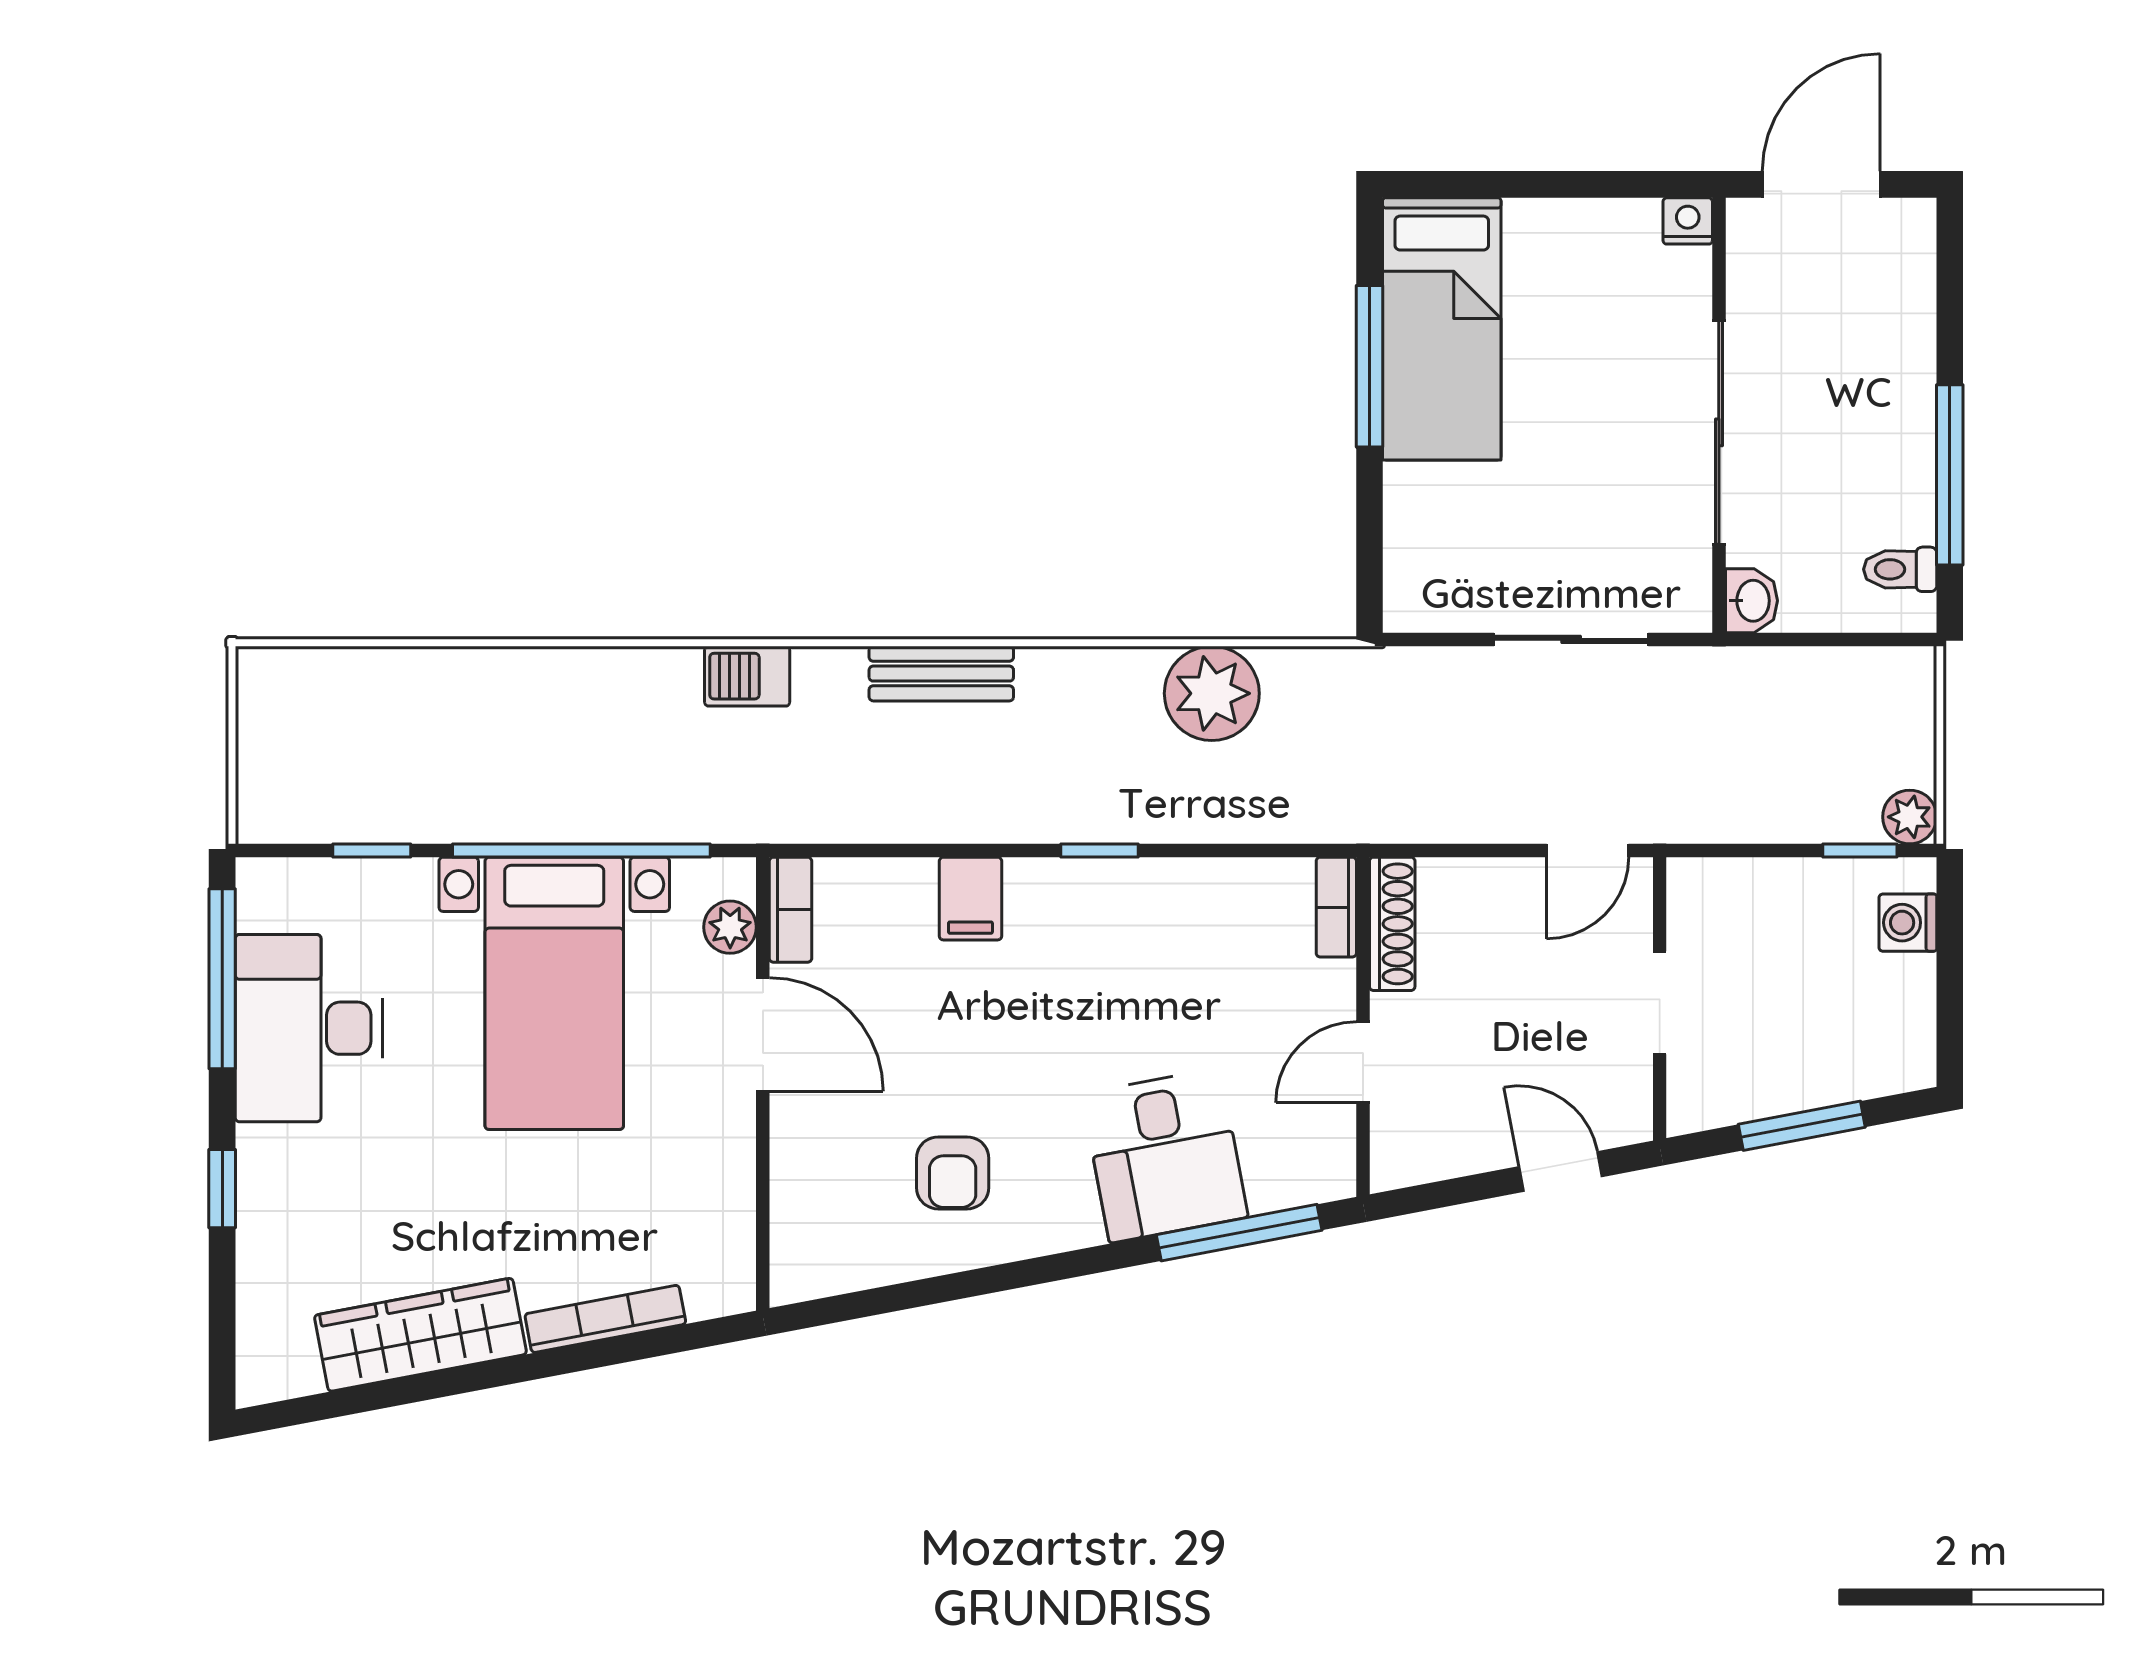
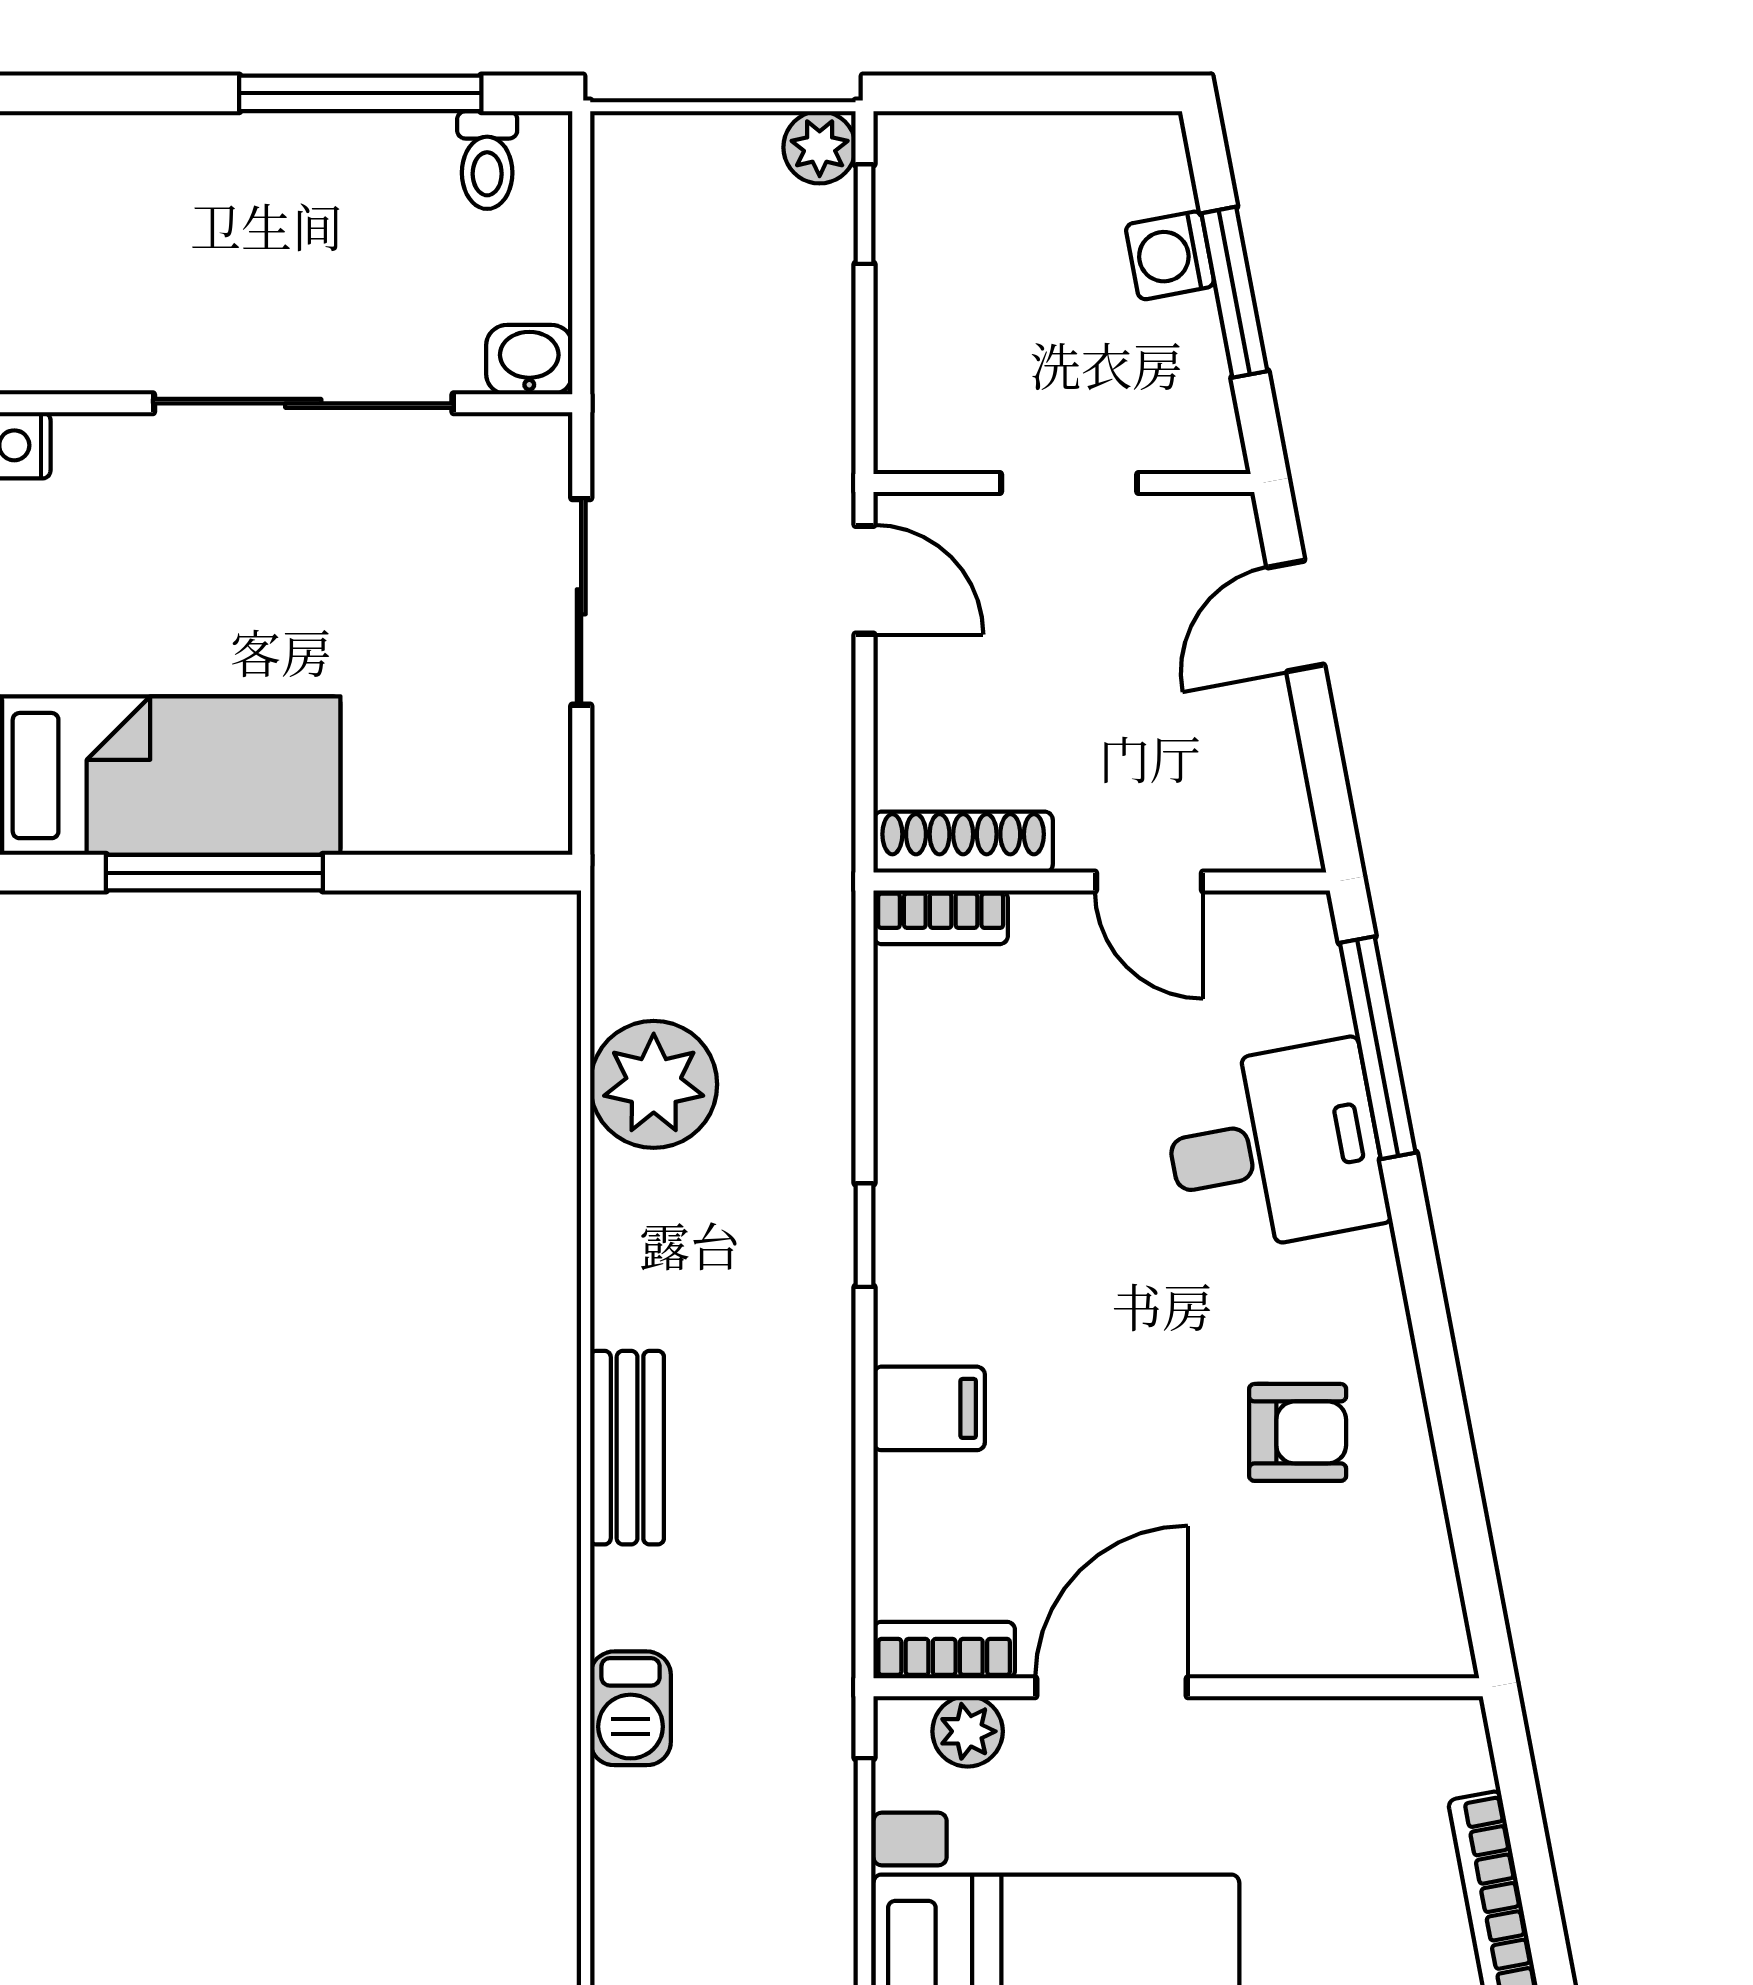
washing machine: (1908, 923) -> (1170, 255), moved, turned 79

